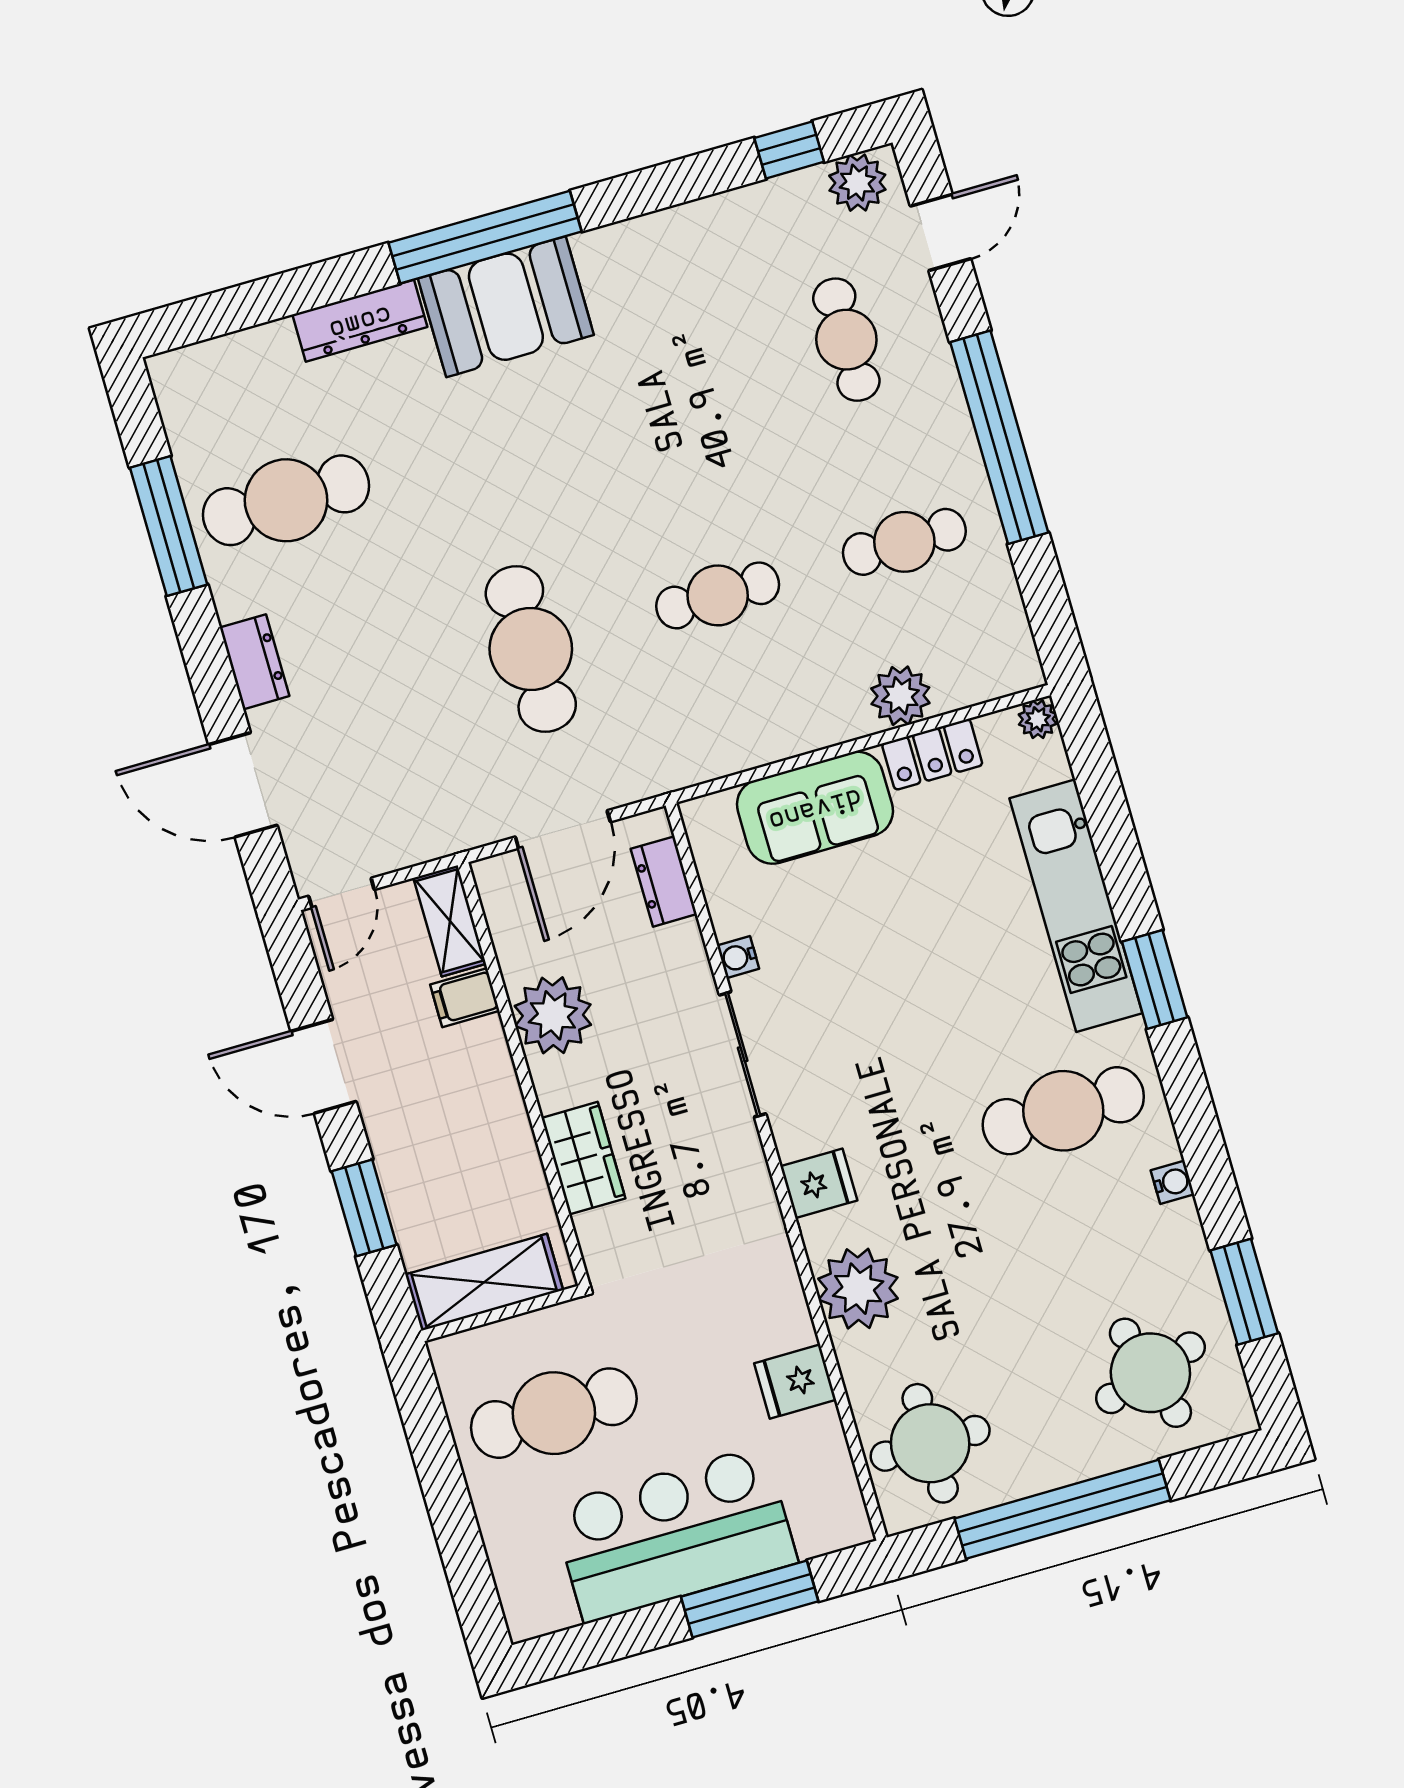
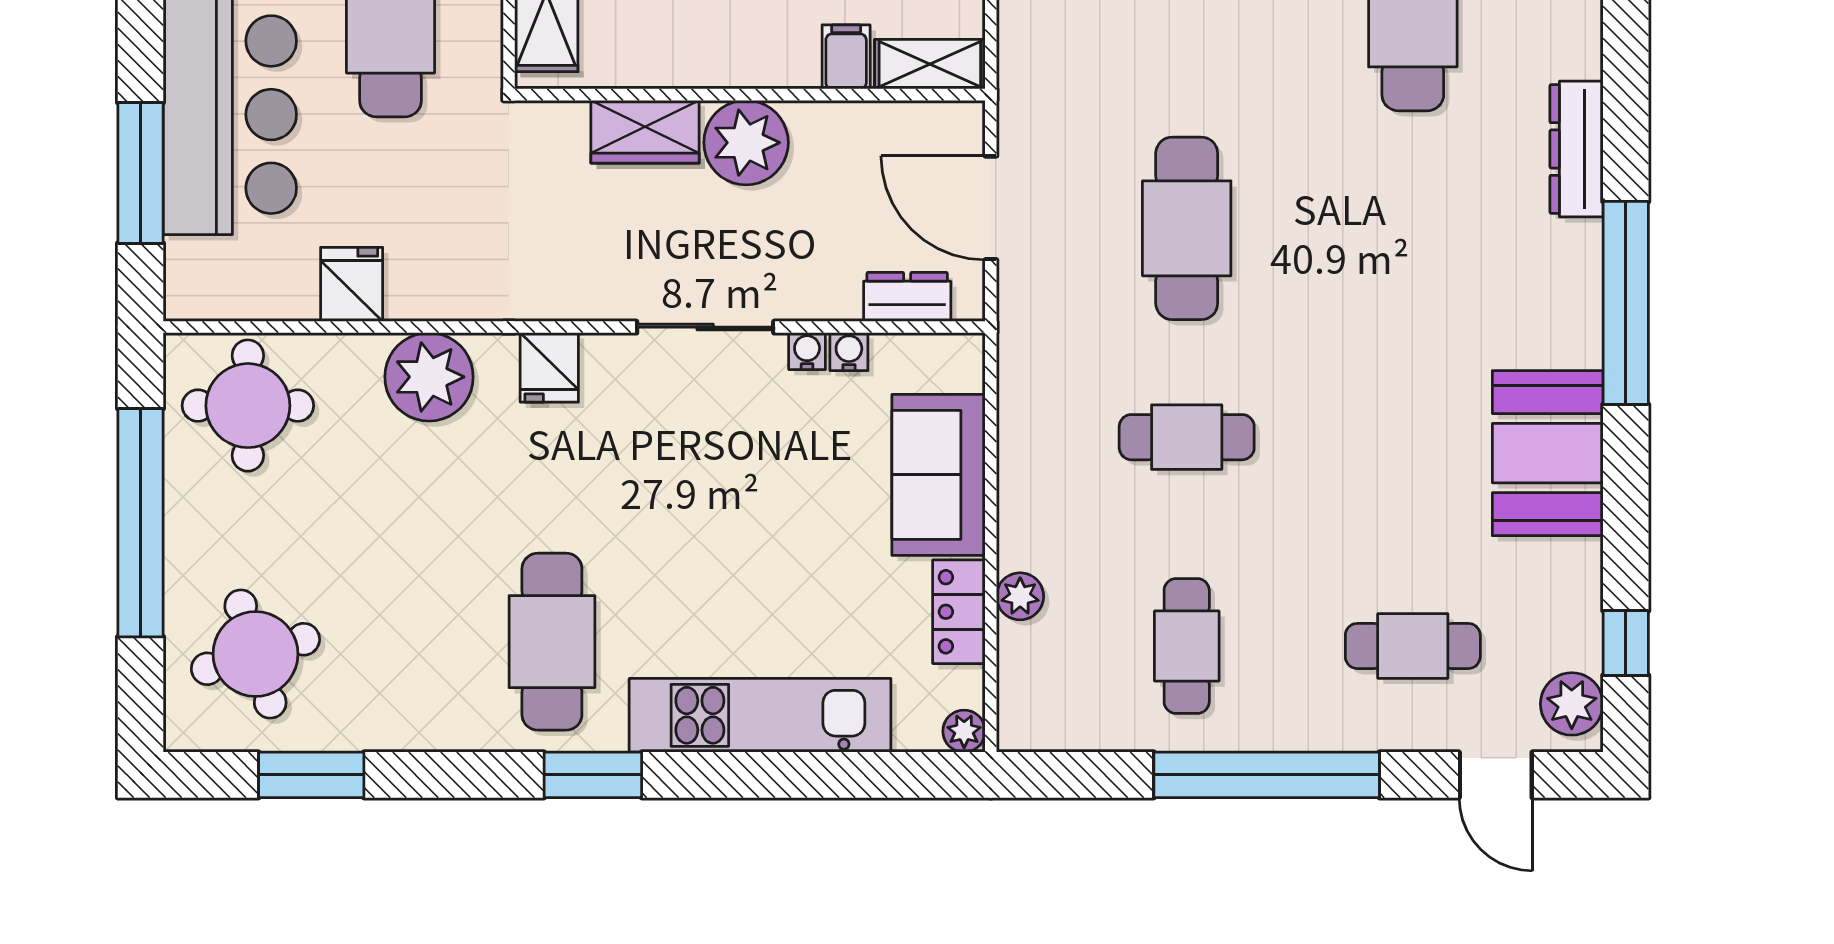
booth: (506, 307) -> (1548, 453), moved
cafe table: (718, 595) -> (1187, 437), turned 90
cafe table: (531, 649) -> (1187, 228), turned 90
plant: (900, 696) -> (1020, 596), width x0.73, depth x0.73
window: (1155, 980) -> (593, 775), moved
plant: (553, 1015) -> (746, 143), moved
water cooler: (1173, 1182) -> (849, 352), moved, turned 180

